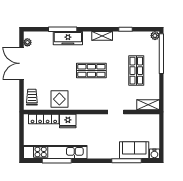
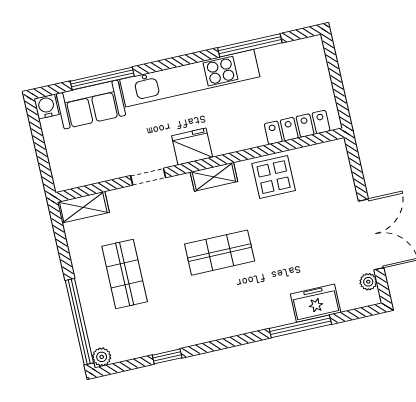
shelving: (102, 36) -> (214, 177), moved
freezer: (68, 38) -> (316, 303), moved, width x0.71
trolley: (32, 97) -> (333, 168), removed
fridge: (68, 121) -> (192, 147), moved
kitchen unit: (55, 152) -> (190, 78), moved

